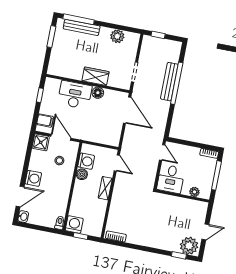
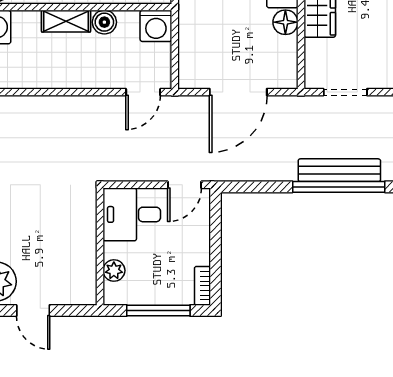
door: (127, 110) -> (238, 92), moved
washing machine: (86, 161) -> (156, 26), moved
shelving: (105, 188) -> (66, 21), moved

